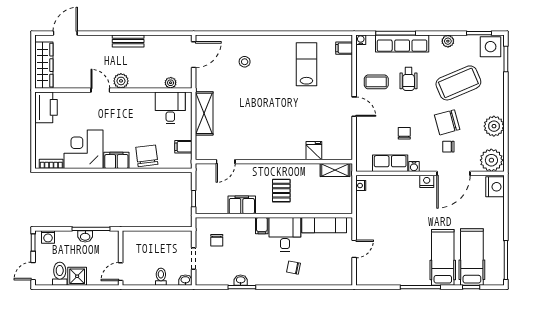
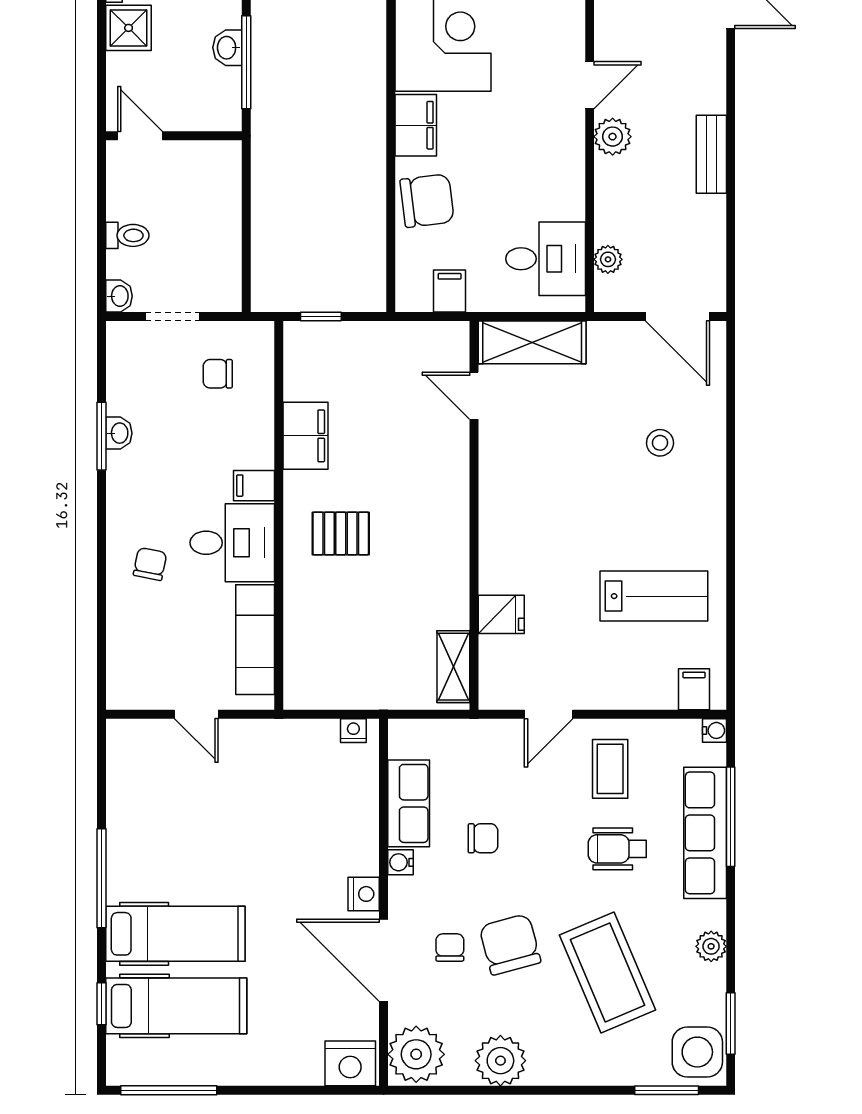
fridge: (314, 151) -> (501, 614), moved
door: (226, 162) -> (474, 396), moved
wall: (274, 162) -> (474, 515), moved
shelving: (335, 170) -> (453, 667), moved

